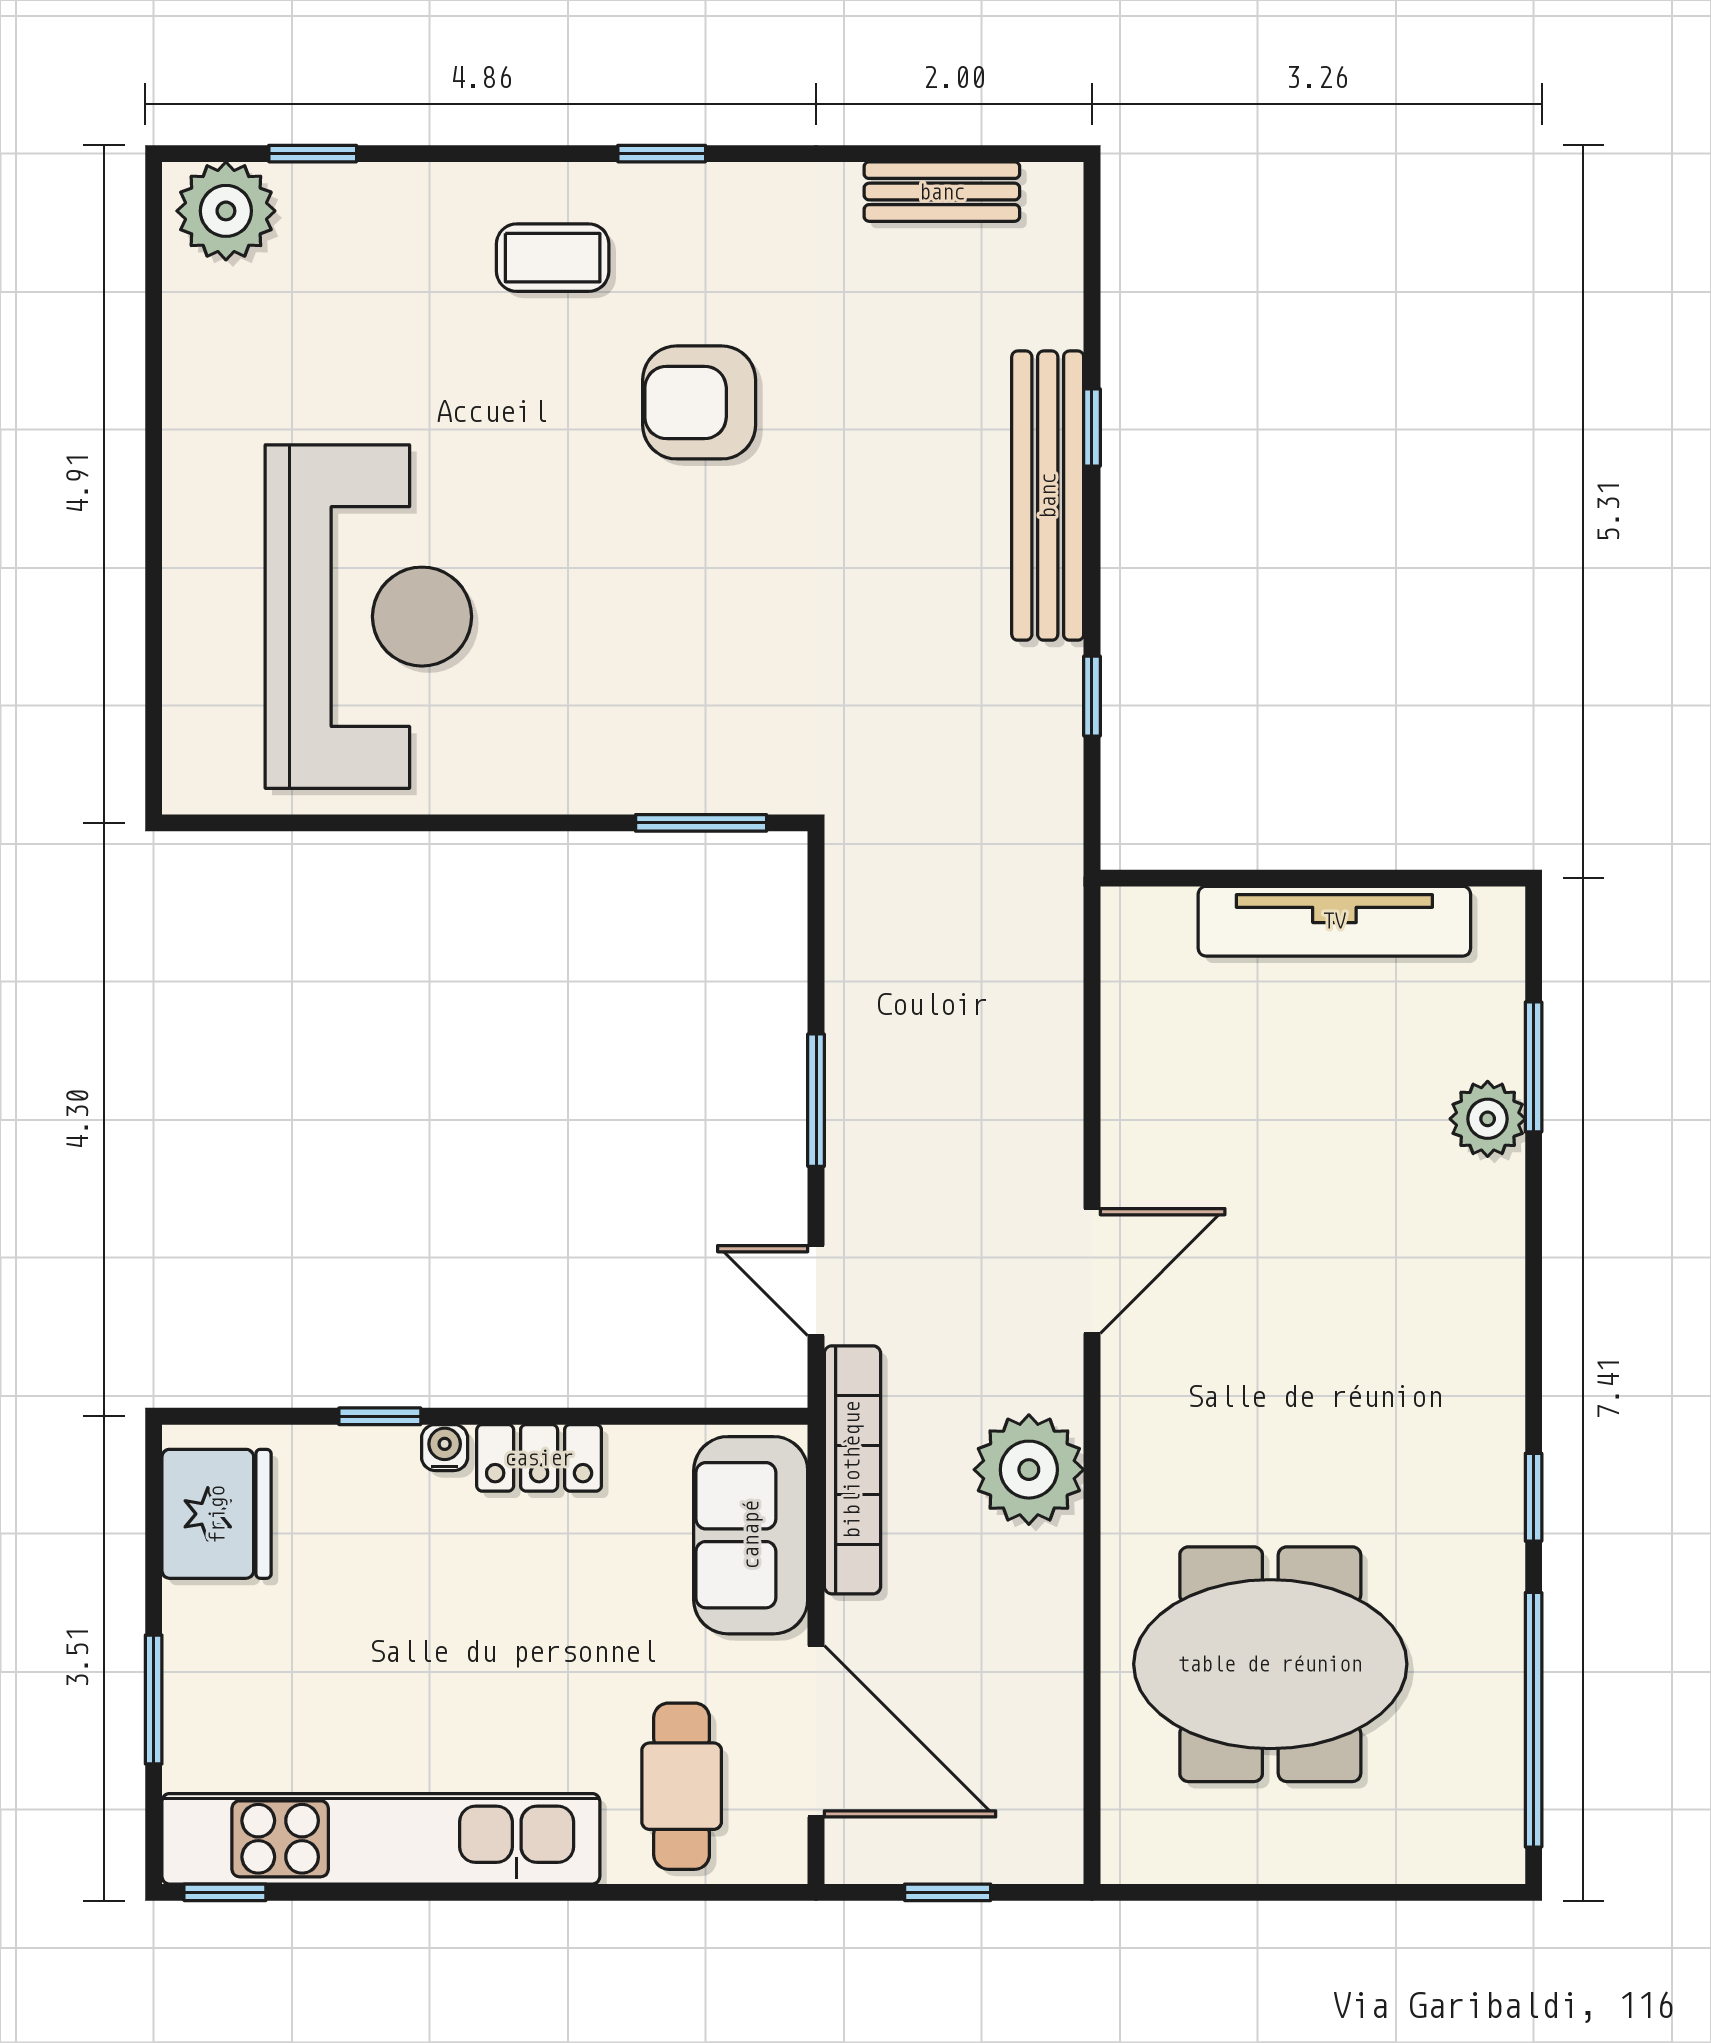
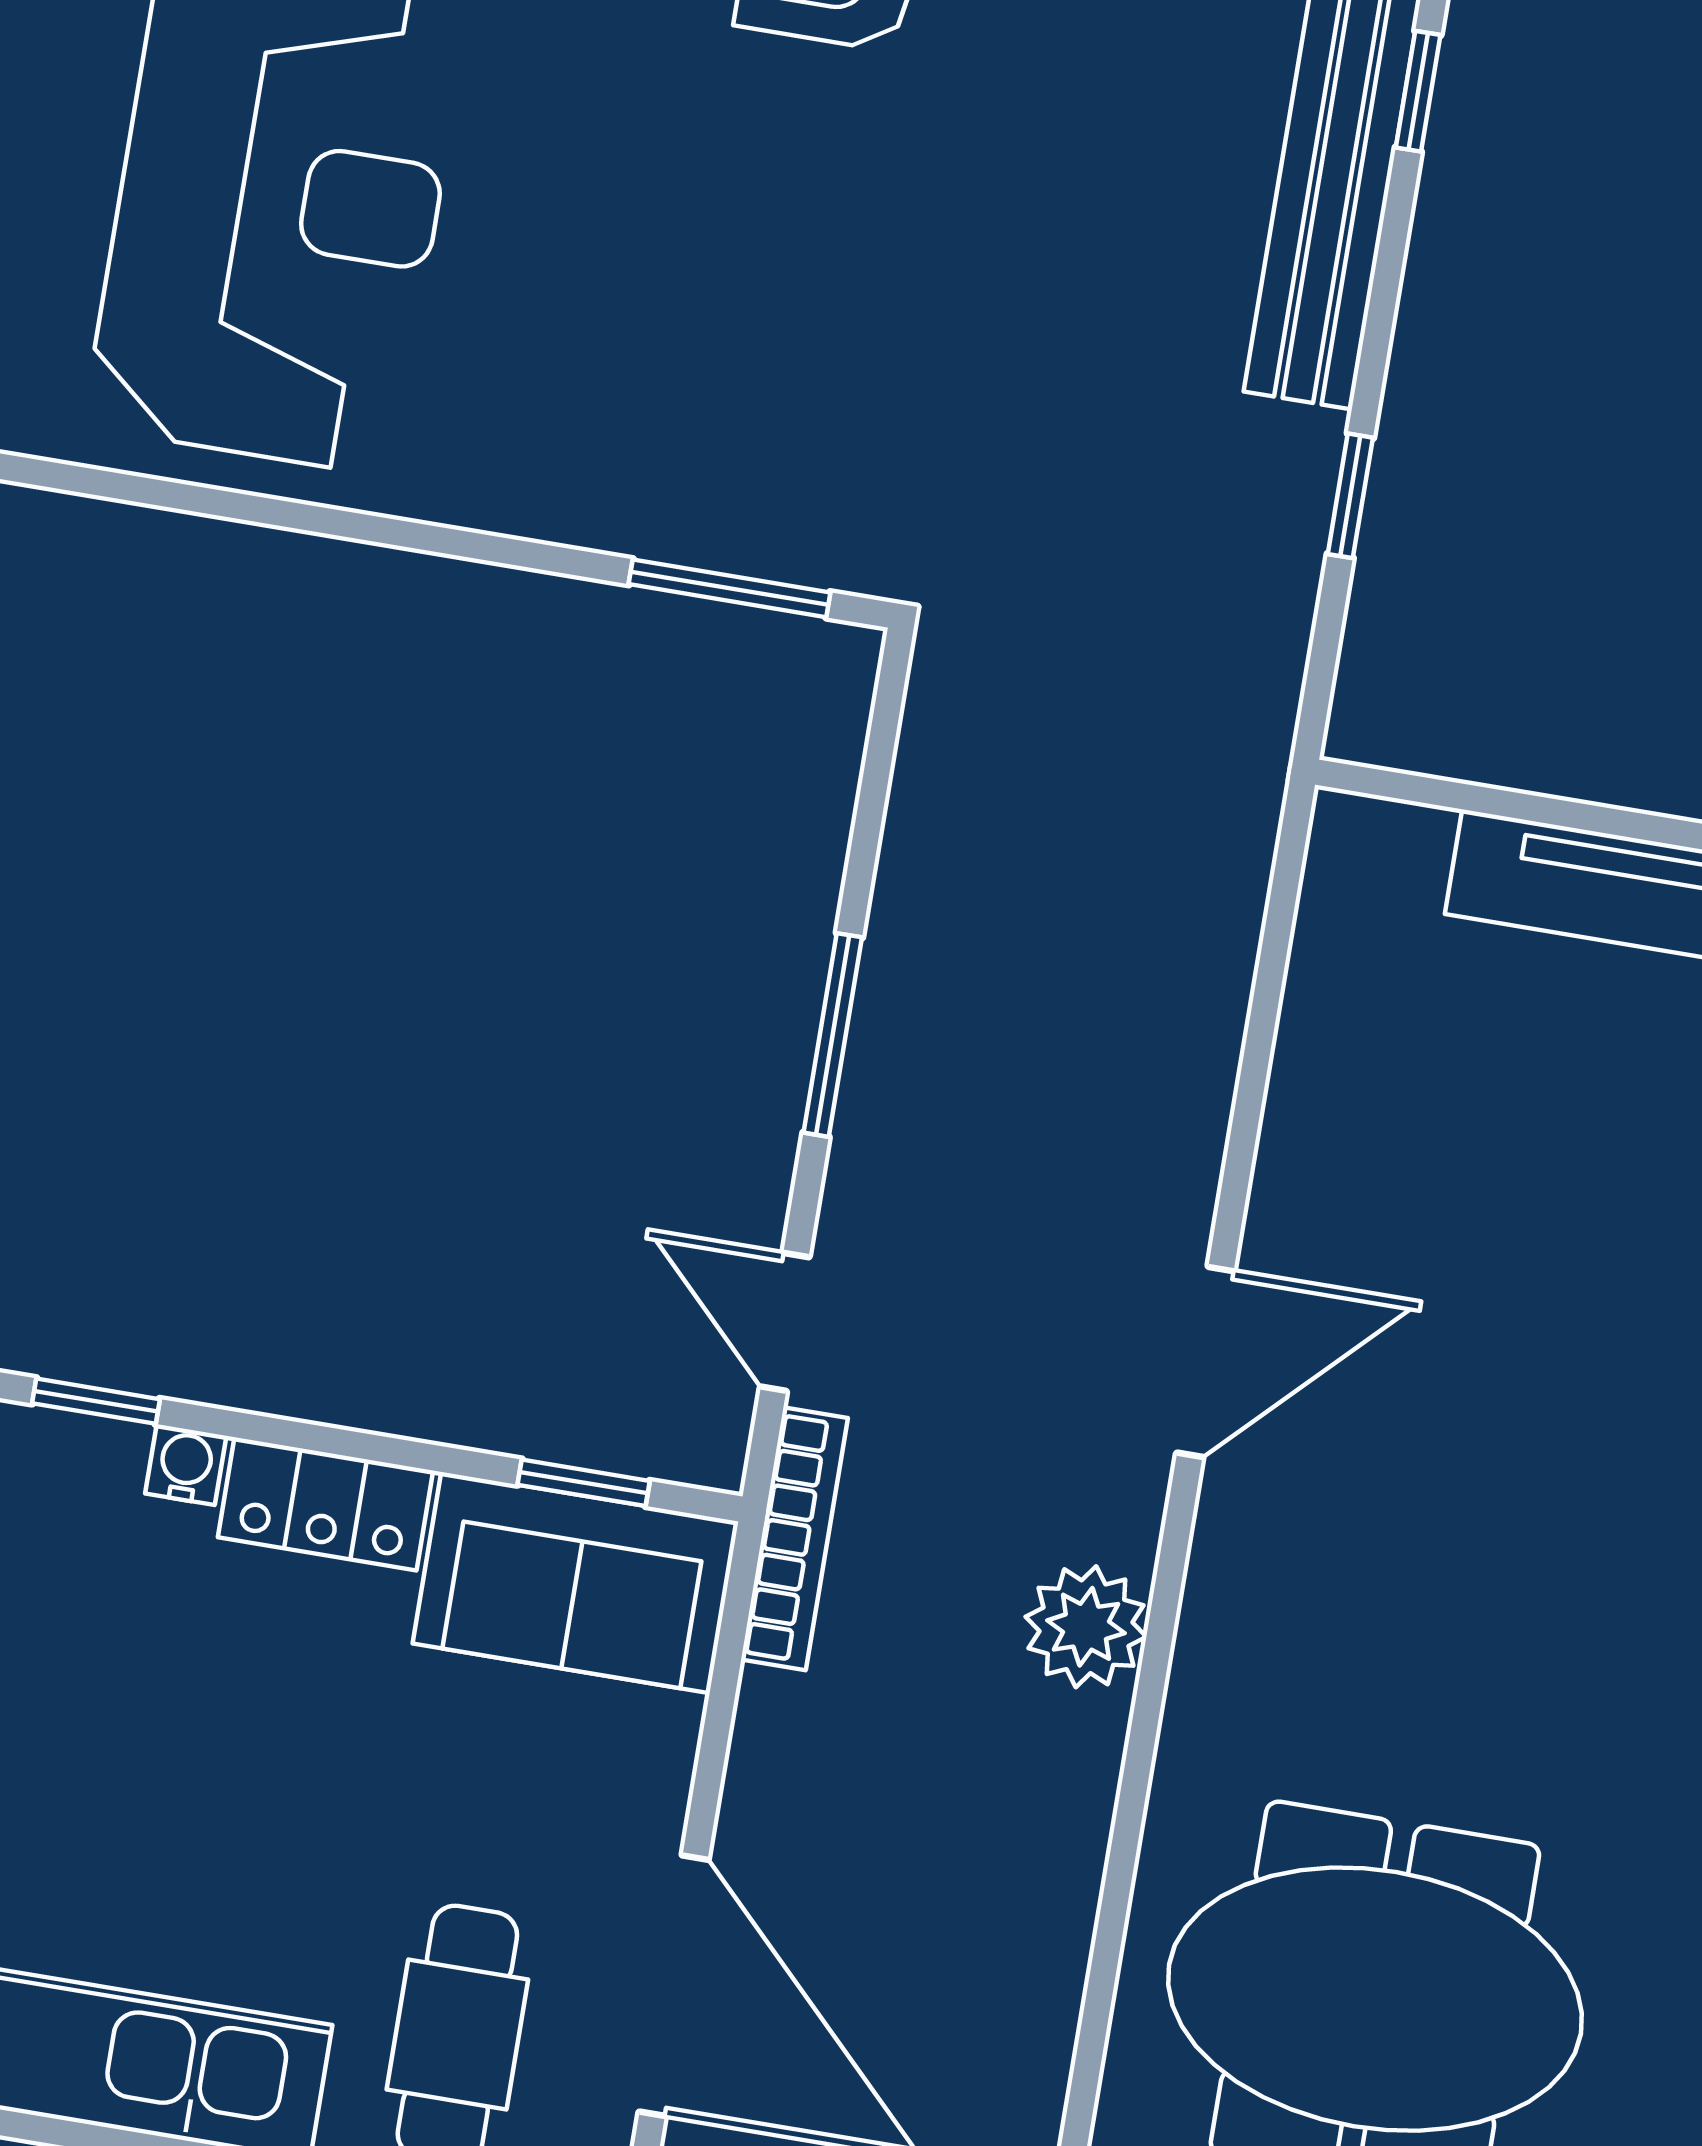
window: (704, 1416) -> (584, 1483), added
bookcase: (852, 1470) -> (794, 1539), width x0.68, depth x0.76
plant: (1029, 1470) -> (1086, 1627), width x0.73, depth x0.73
sofa: (751, 1535) -> (576, 1583), moved, turned -90

